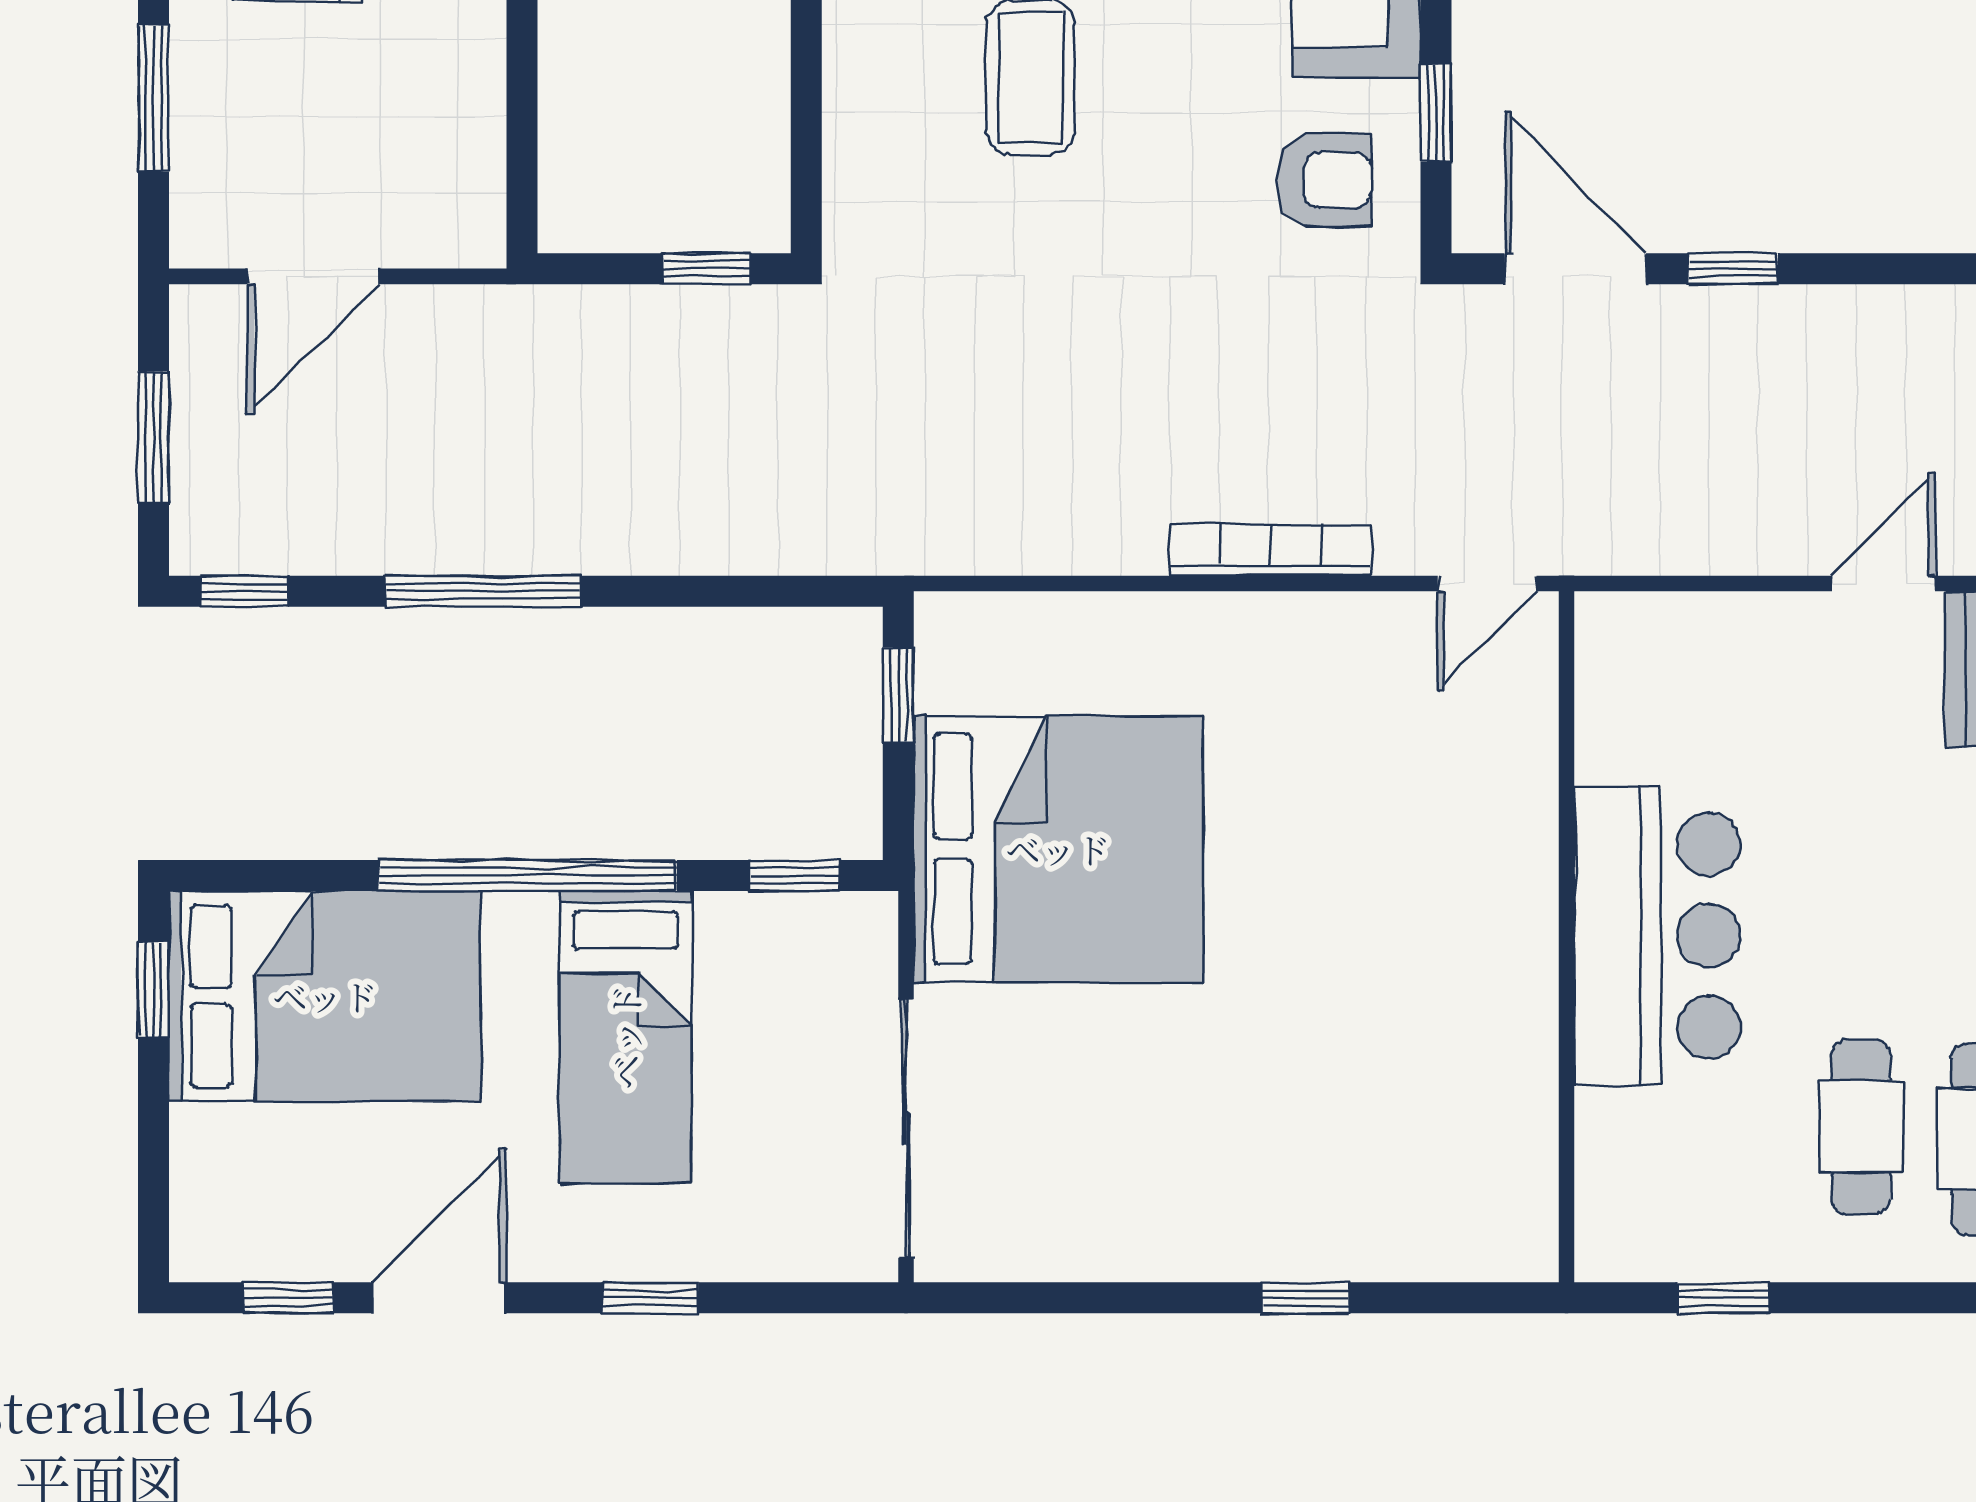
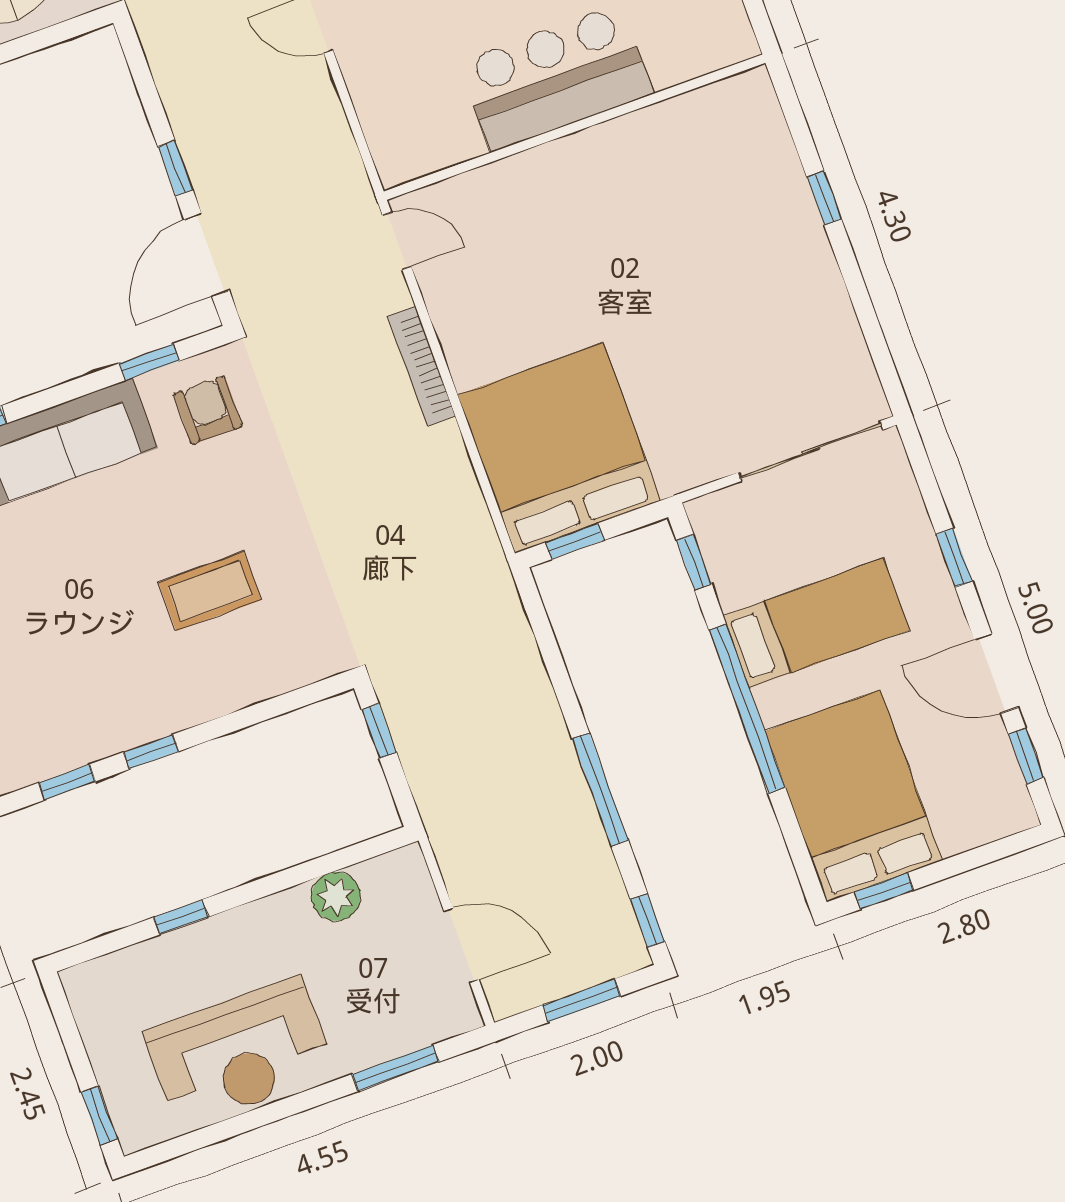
plant: (465, 103) -> (336, 896), added
bed: (1058, 849) -> (559, 448), moved

